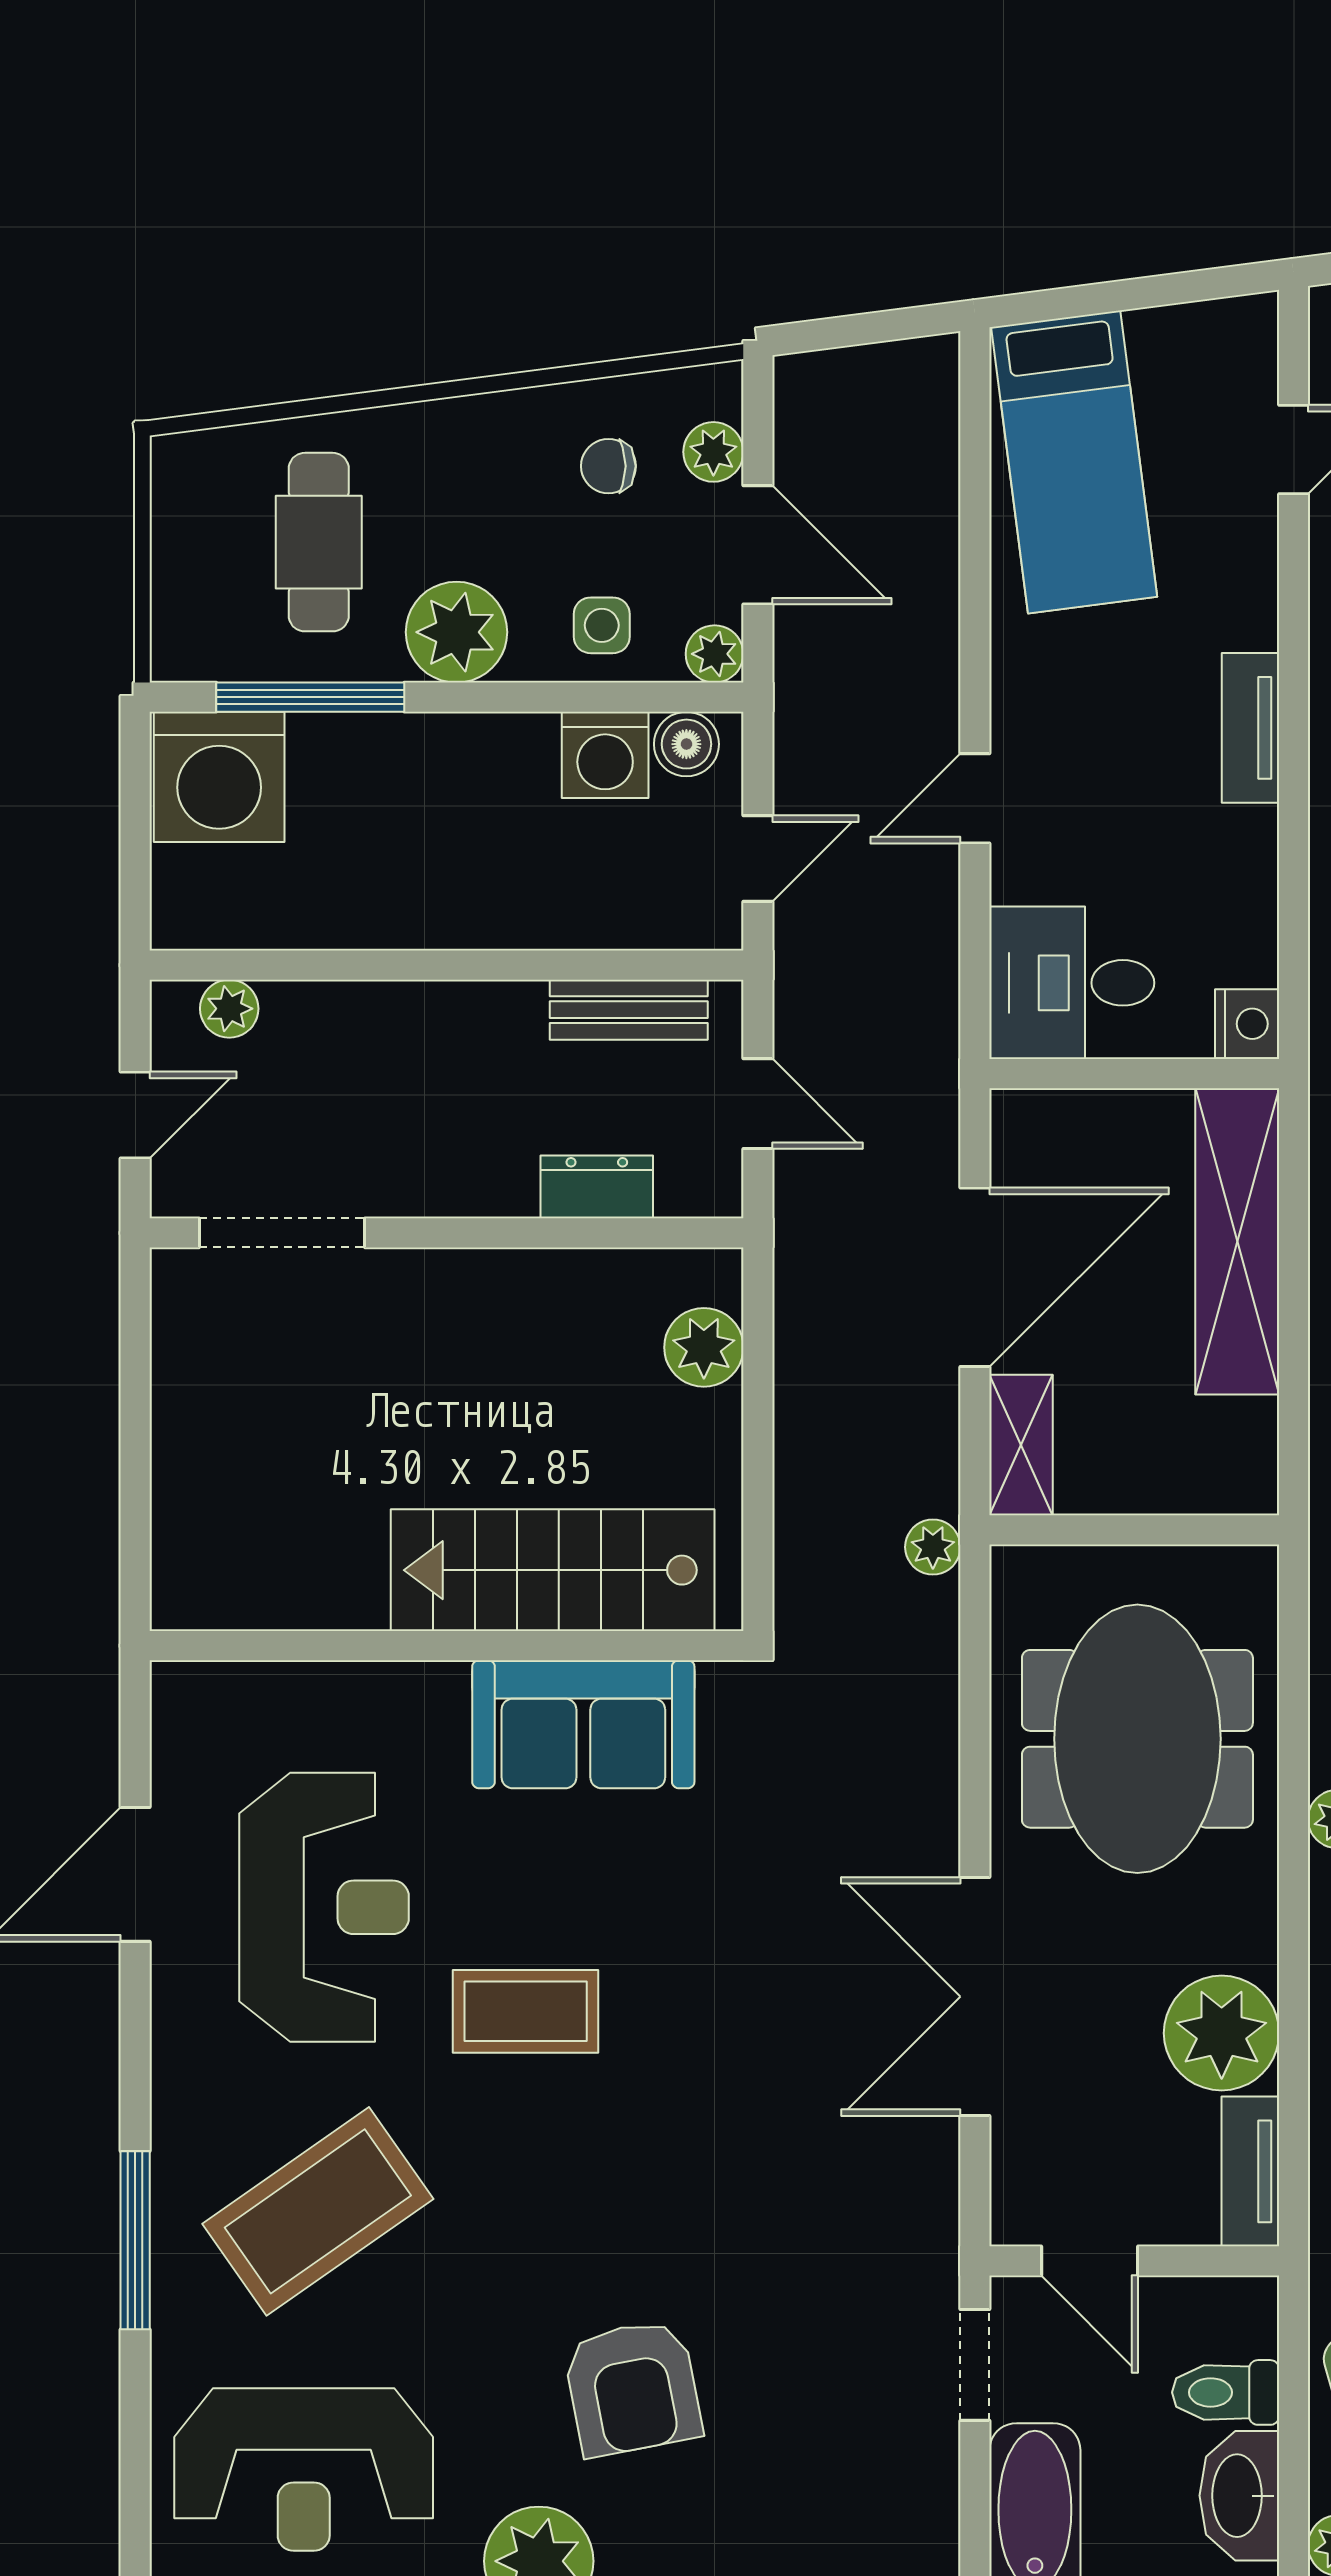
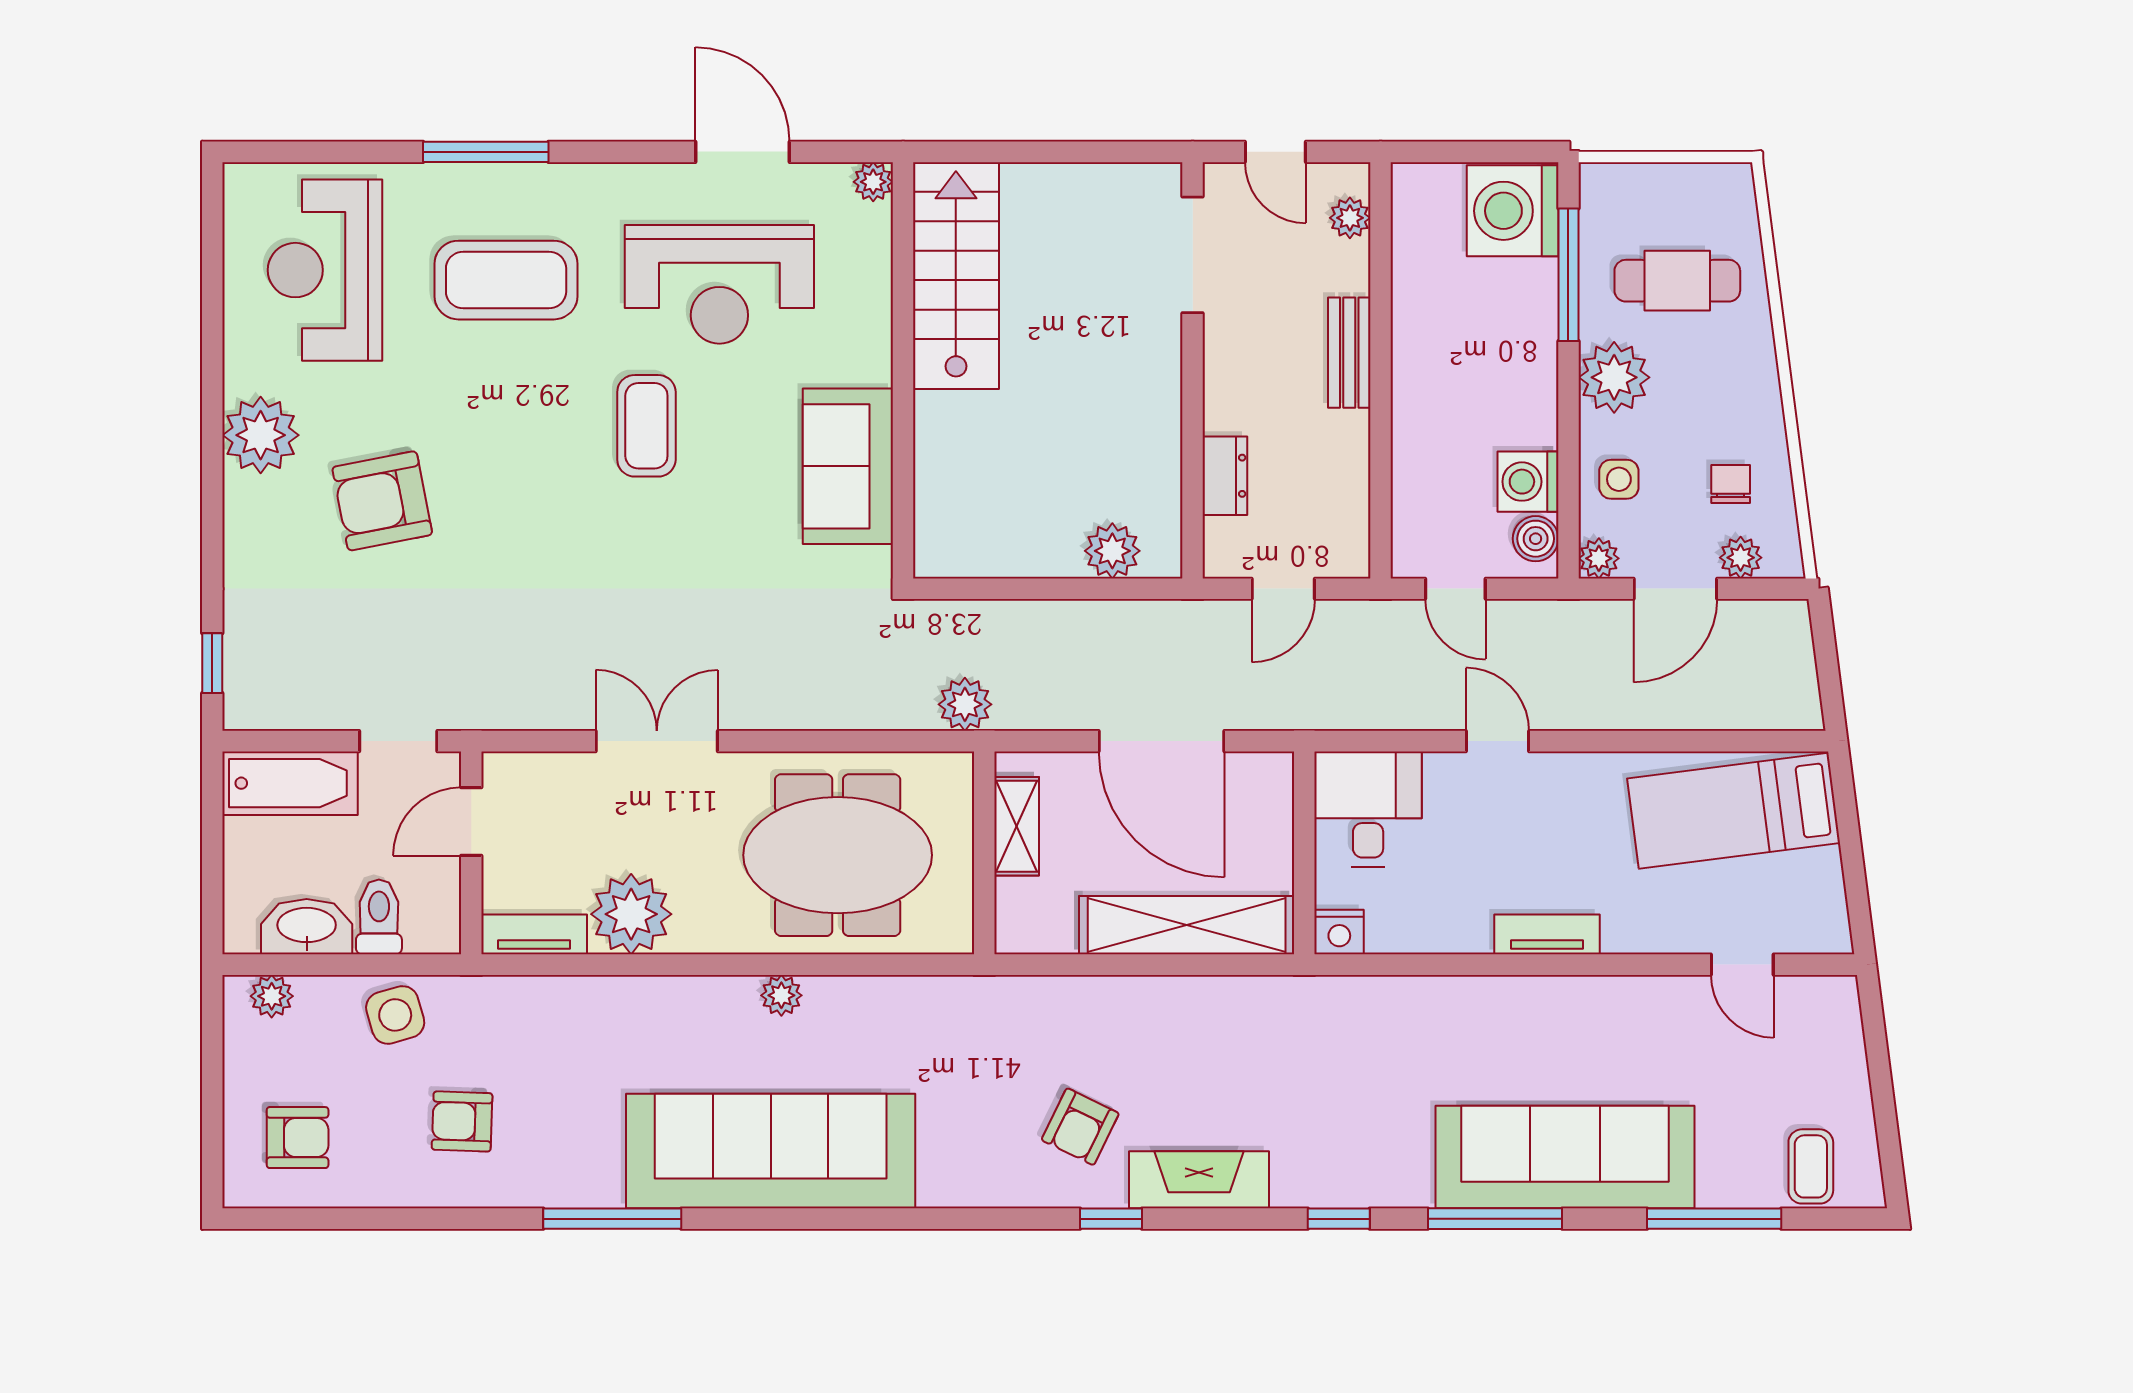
bench: (629, 1010) -> (1349, 353), moved
shelving: (1021, 1445) -> (1017, 826), moved, turned 90
plant: (933, 1547) -> (965, 704), width x1.38, depth x1.38
stairs: (553, 1570) -> (956, 276), moved
plant: (178, 1688) -> (873, 182), added
double door: (975, 1997) -> (657, 741), width x0.73
coffee table: (318, 2211) -> (506, 280), turned -55

